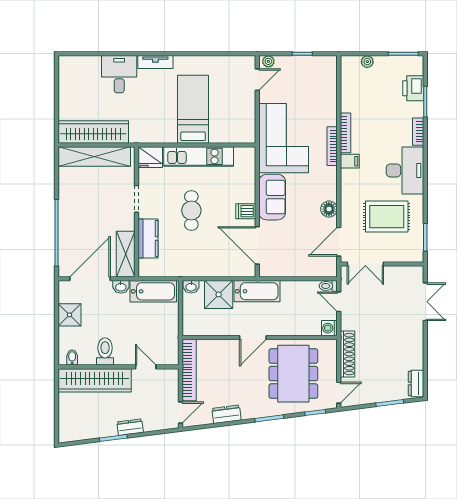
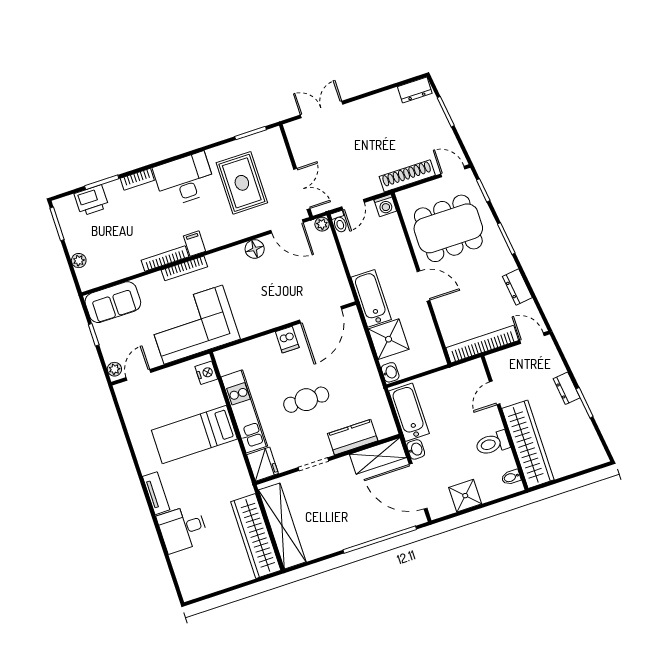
door: (257, 80) -> (138, 375), hinge flipped
nightstand: (241, 136) -> (206, 373), added
sofa: (272, 197) -> (113, 302), moved, turned 180
plant: (331, 271) -> (322, 224), added

